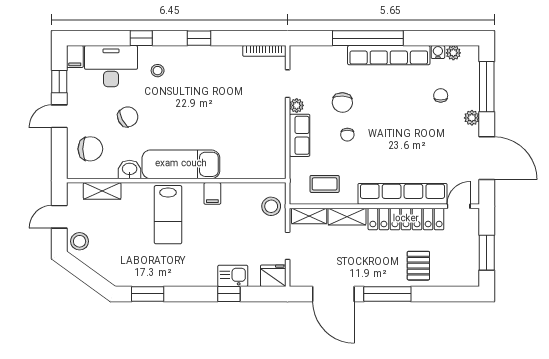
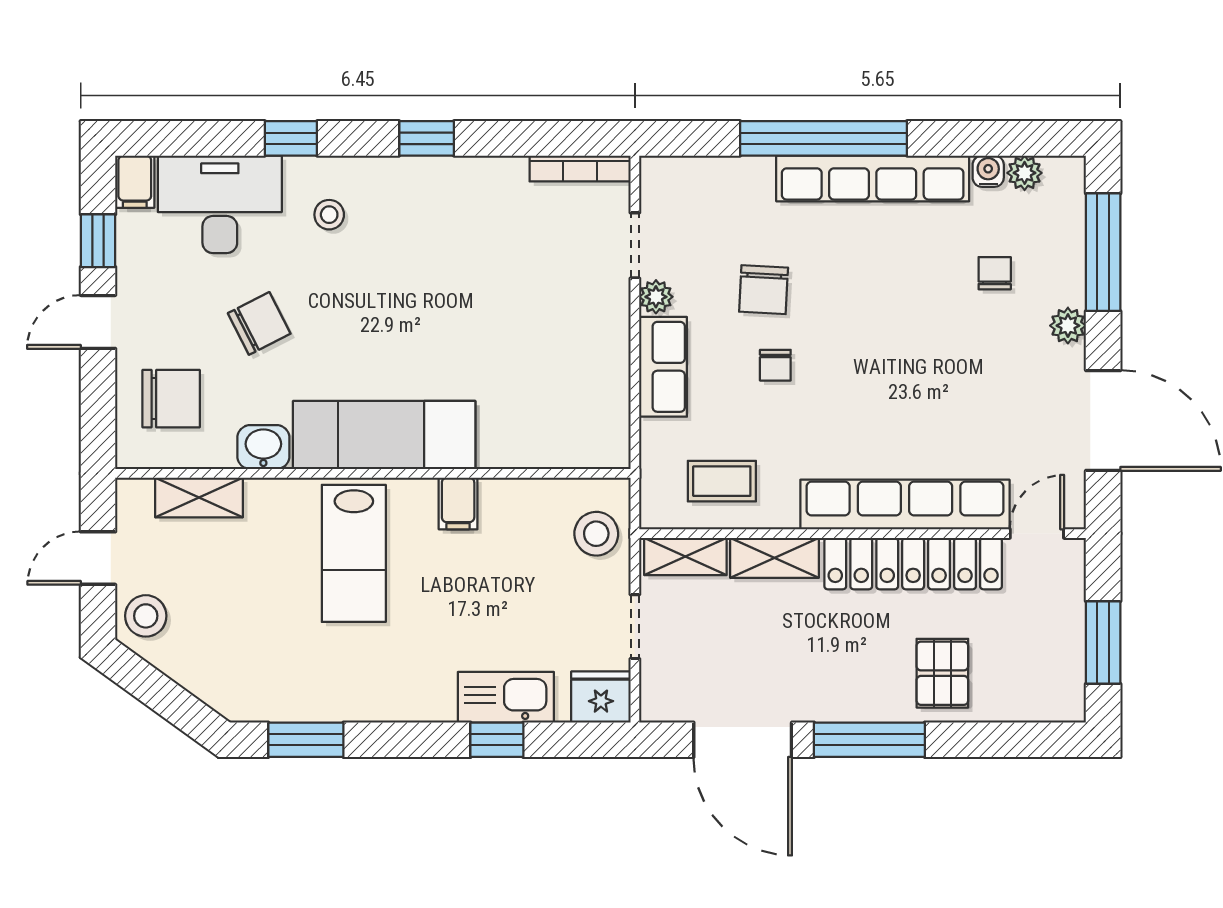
kitchen sink: (233, 276) -> (506, 697), width x1.38

